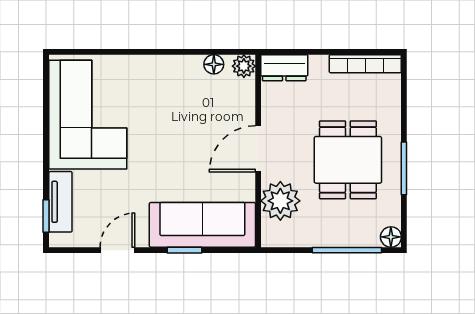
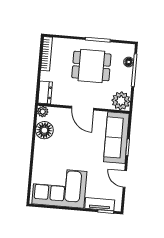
floor lamp: (214, 64) -> (44, 130), width x1.89, depth x1.89
plant: (280, 201) -> (121, 101), moved
floor lamp: (391, 237) -> (129, 62), moved

